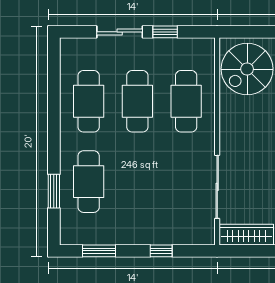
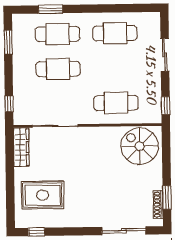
window: (165, 32) -> (166, 106), moved
cafe table: (137, 101) -> (58, 69), moved
window: (161, 251) -> (9, 104), moved

